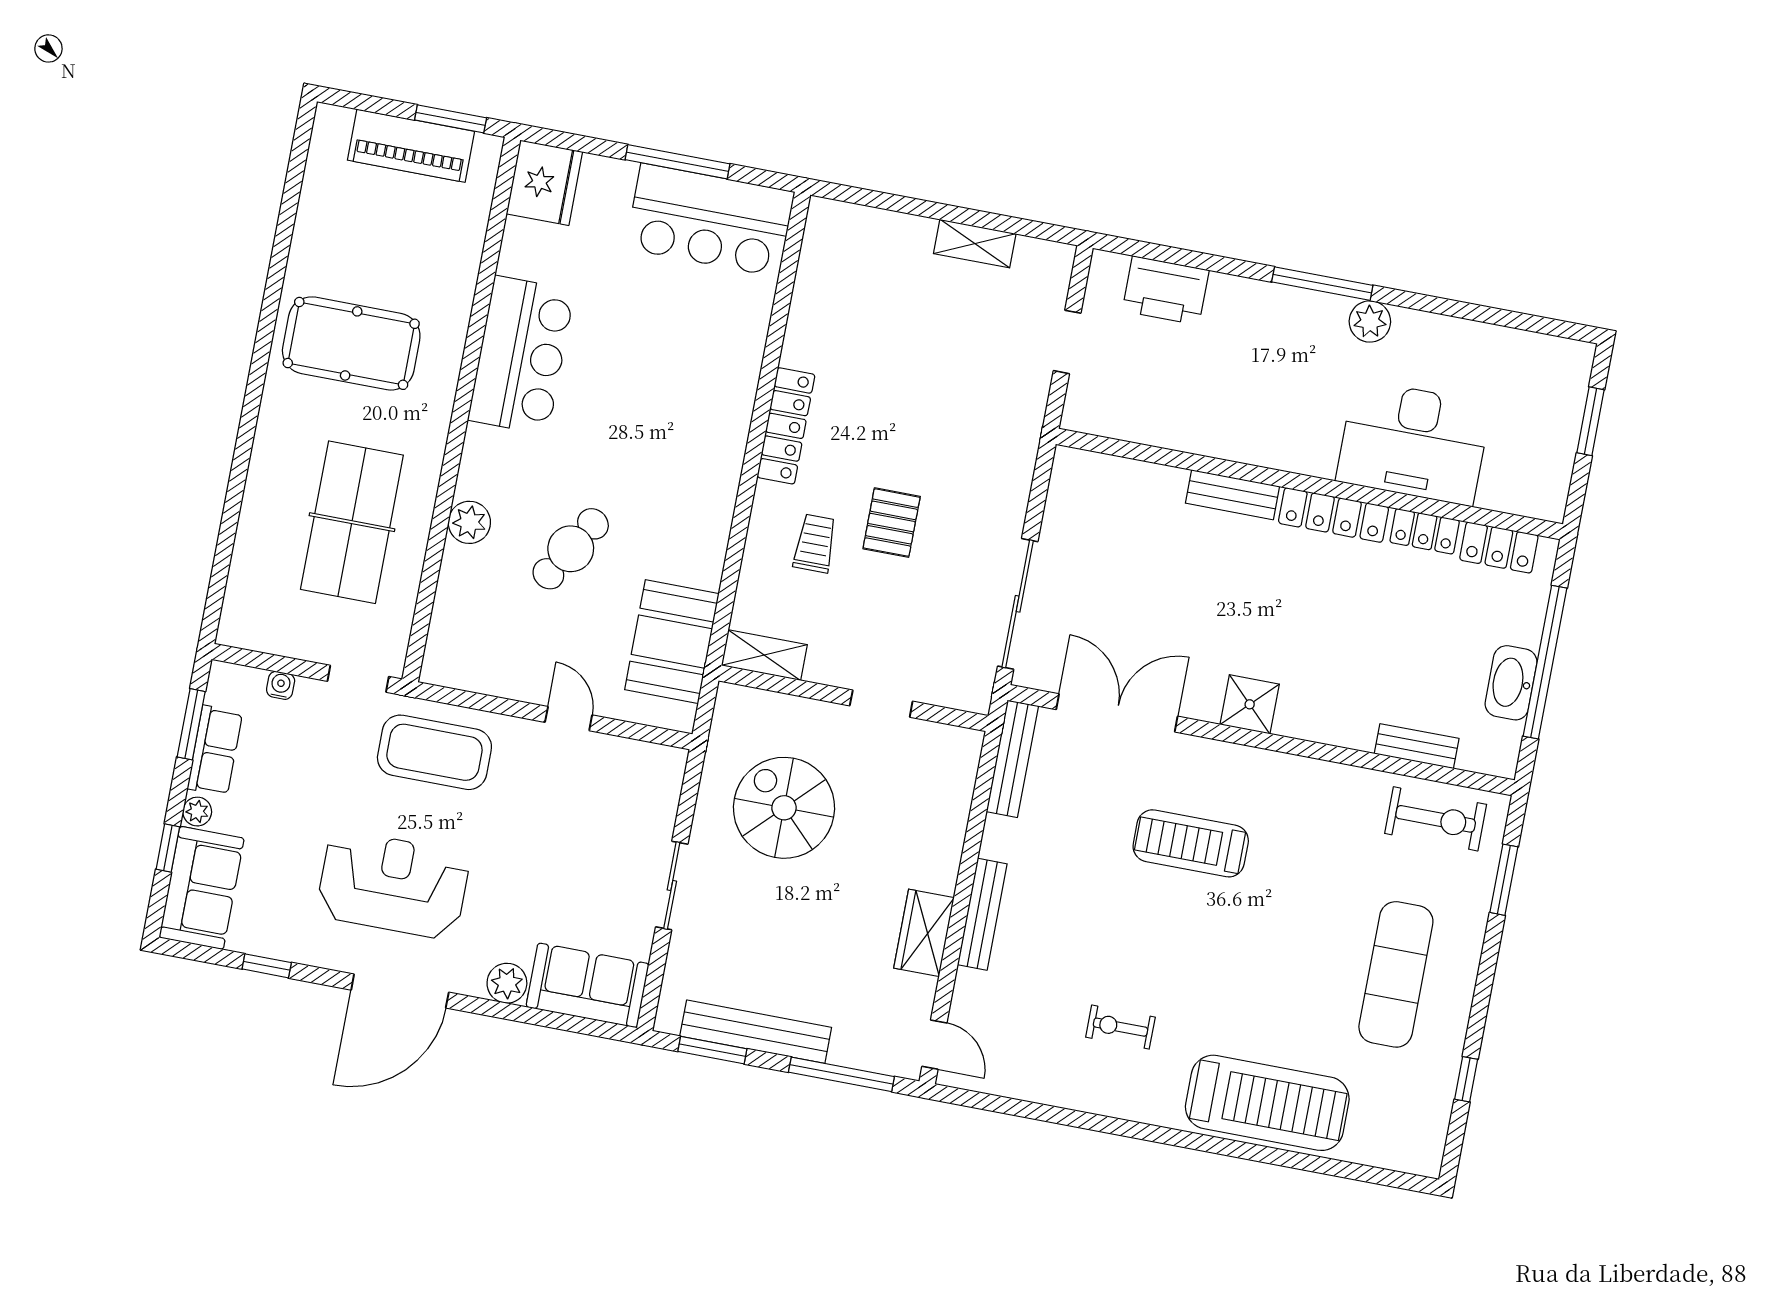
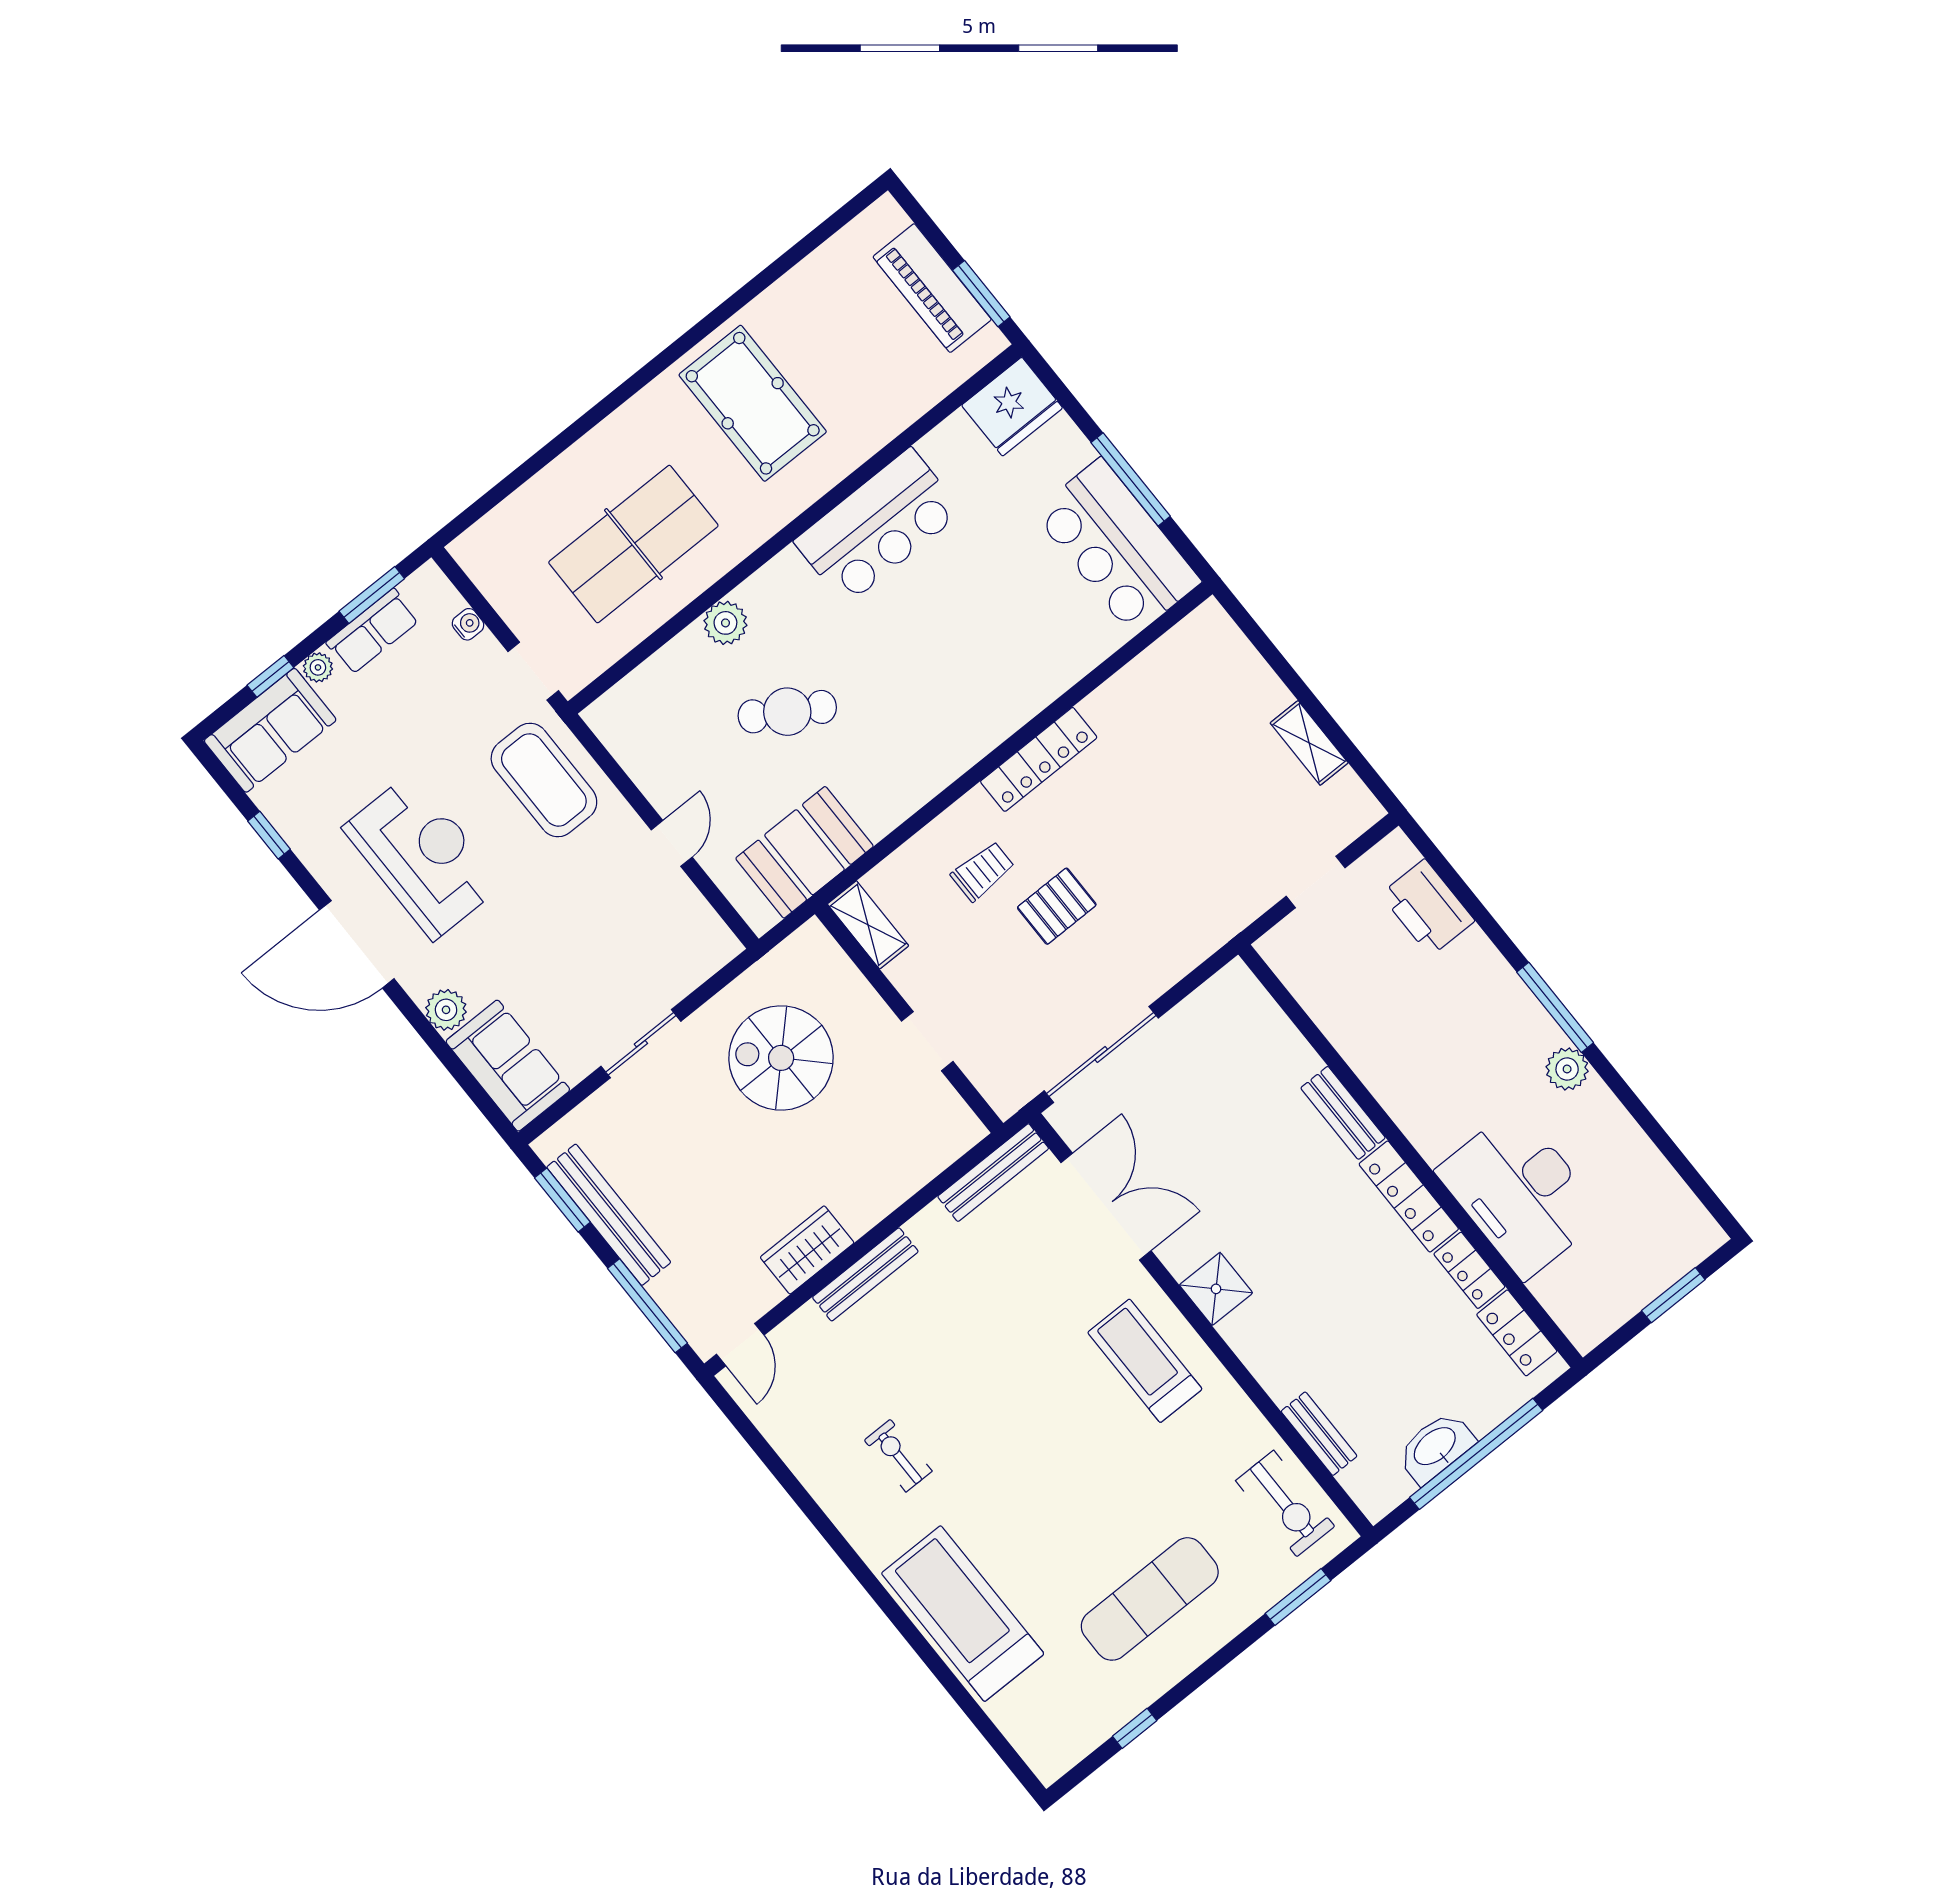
spiral stairs: (784, 808) -> (781, 1058), turned -90
treadmill: (1191, 843) -> (1145, 1361), moved
treadmill: (1267, 1103) -> (963, 1614), turned 180

